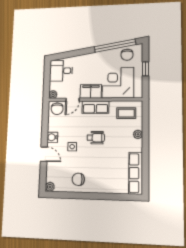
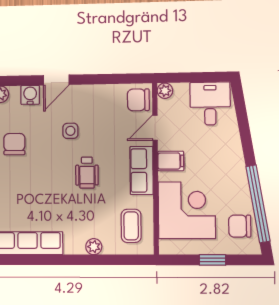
filing cabinet: (91, 91) -> (171, 161), width x0.50
door: (72, 100) -> (155, 128), hinge flipped
water cooler: (52, 137) -> (30, 95), moved

